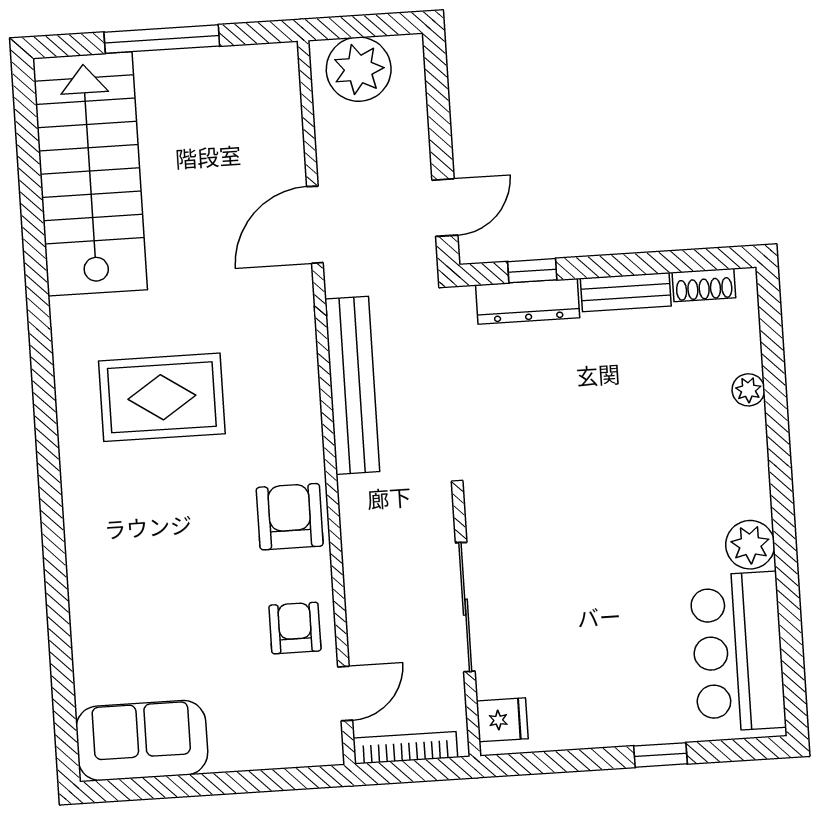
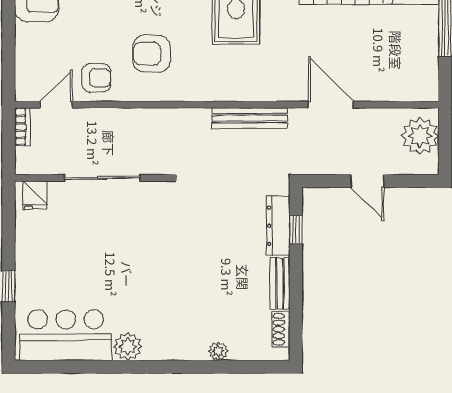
door: (445, 208) -> (367, 181), moved
bench: (352, 385) -> (250, 118), width x0.73, depth x0.82
armchair: (290, 517) -> (152, 54), moved, turned 180
door: (345, 694) -> (56, 105), swing flipped
bookcase: (405, 748) -> (22, 127), width x0.64

